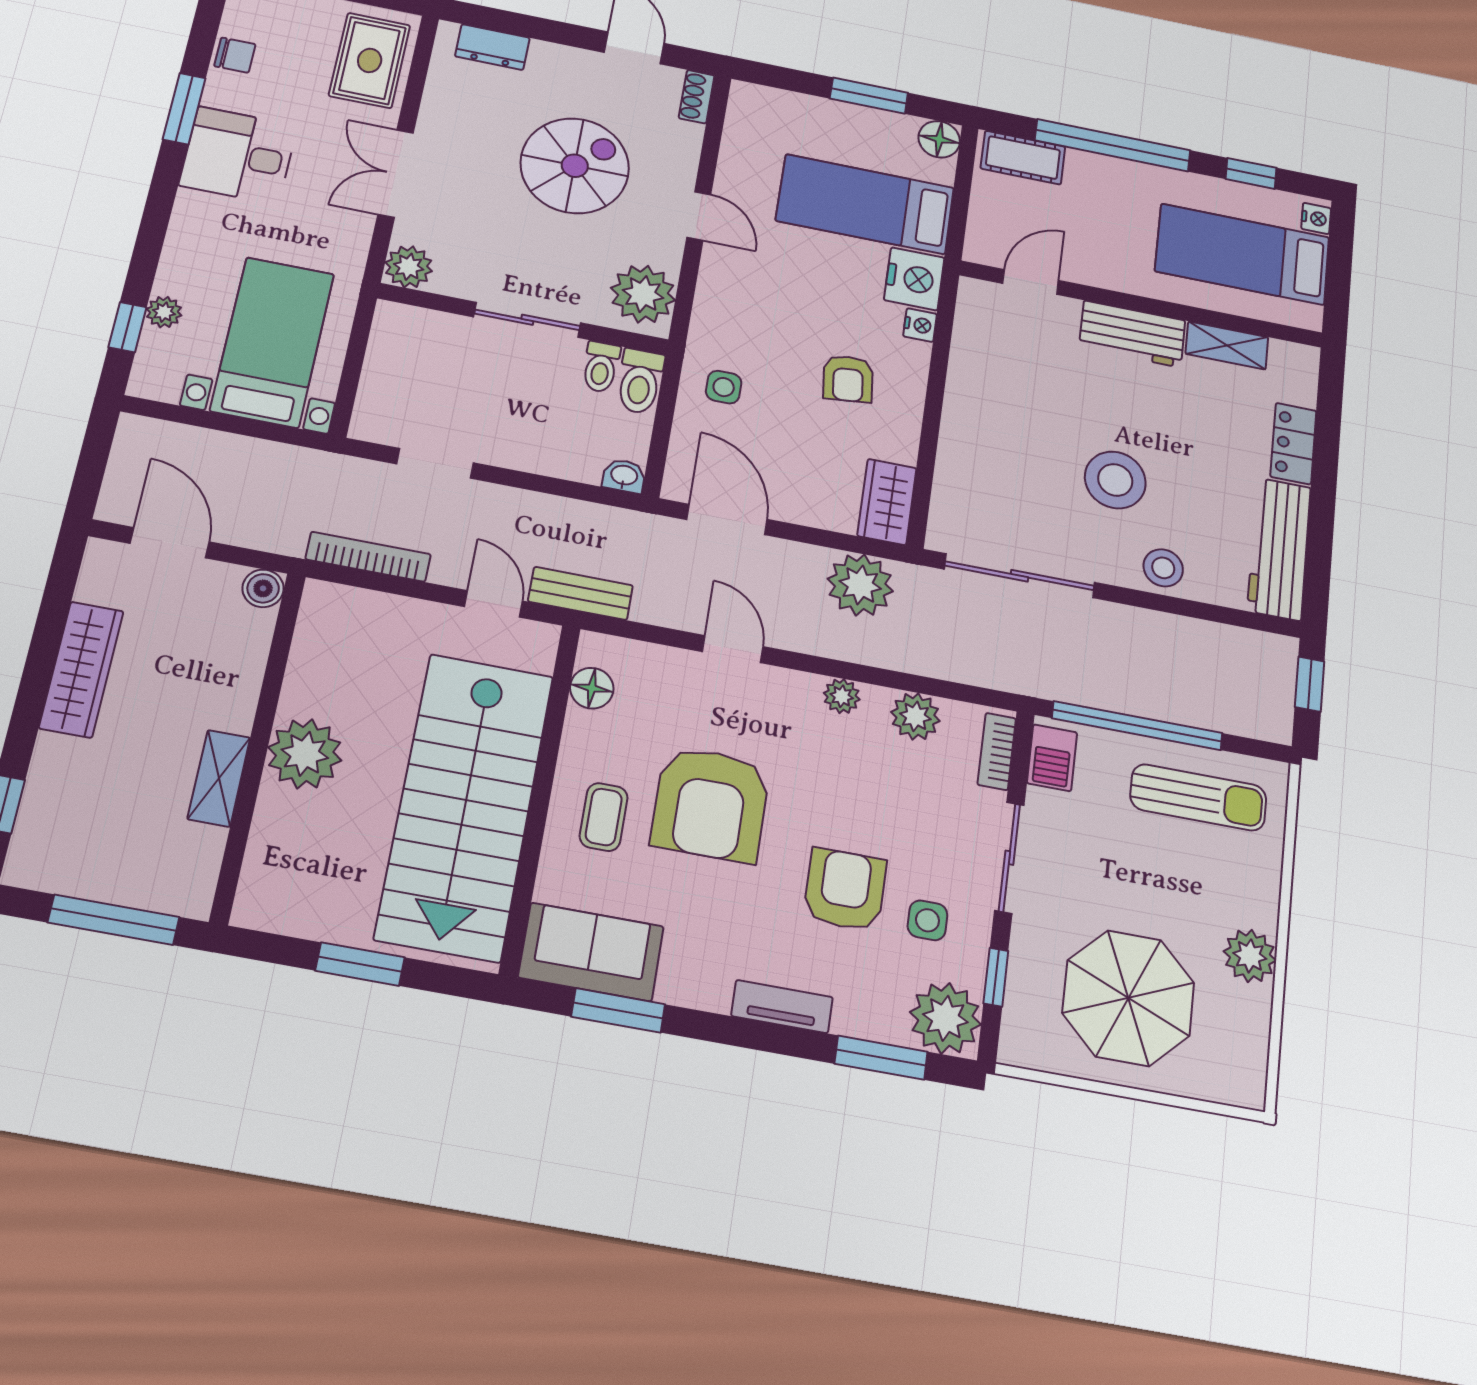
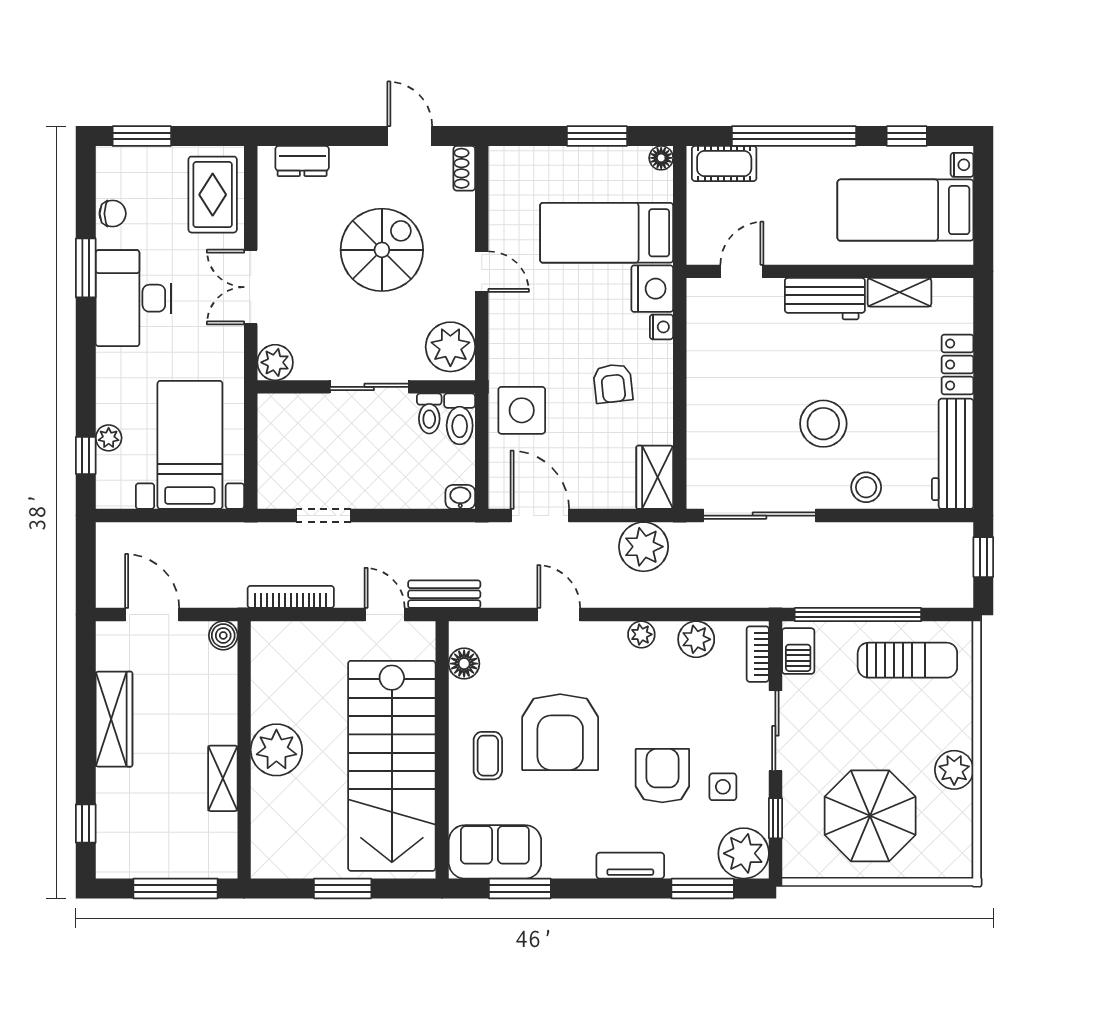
floor lamp: (939, 139) -> (661, 158), width x0.73, depth x0.73
desk: (238, 155) -> (133, 298), width x1.37
side table: (724, 387) -> (522, 410), width x1.87, depth x1.87

